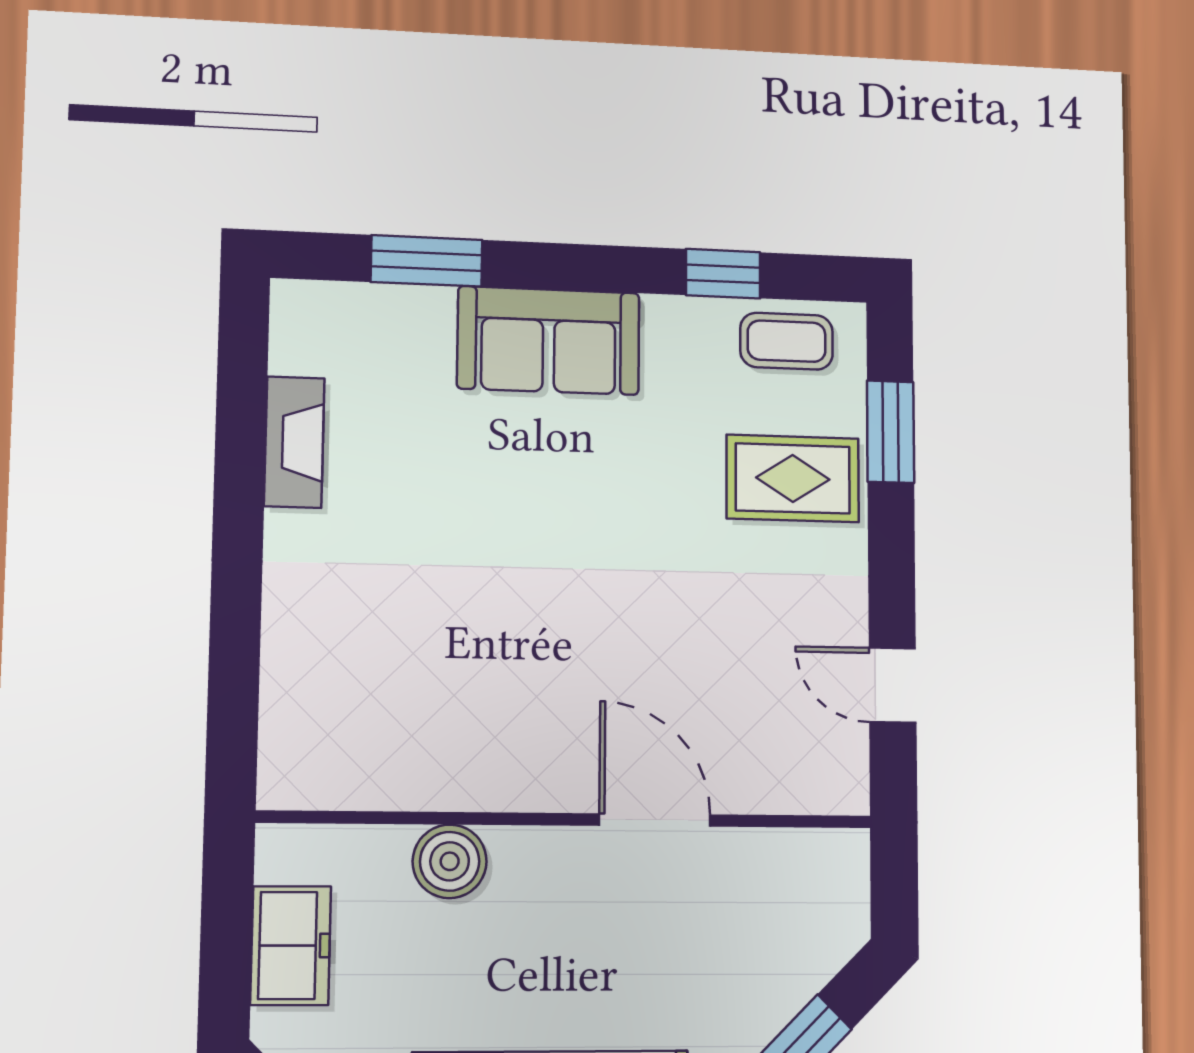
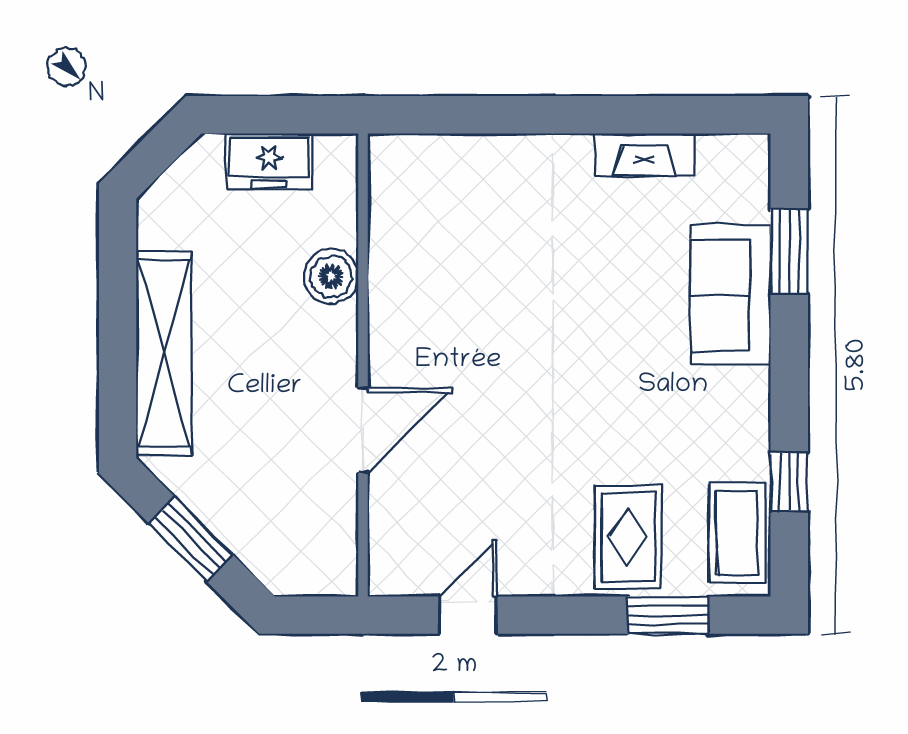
sofa: (549, 341) -> (730, 295), moved
coffee table: (787, 341) -> (737, 532), width x1.36, depth x1.30

